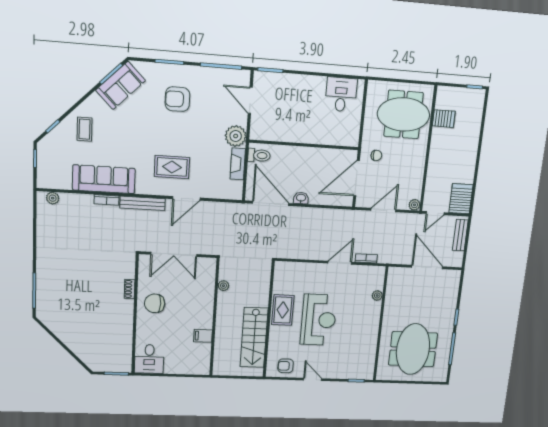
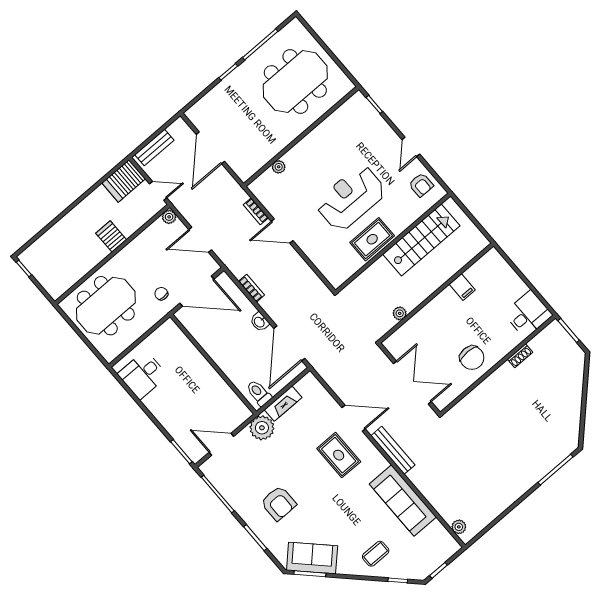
door: (250, 100) -> (221, 444), swing flipped
meeting table: (404, 114) -> (106, 306), turned 90
server rack: (444, 119) -> (111, 236), moved
bookcase: (107, 200) -> (251, 288), moved
shoe rack: (130, 289) -> (520, 356), moved

